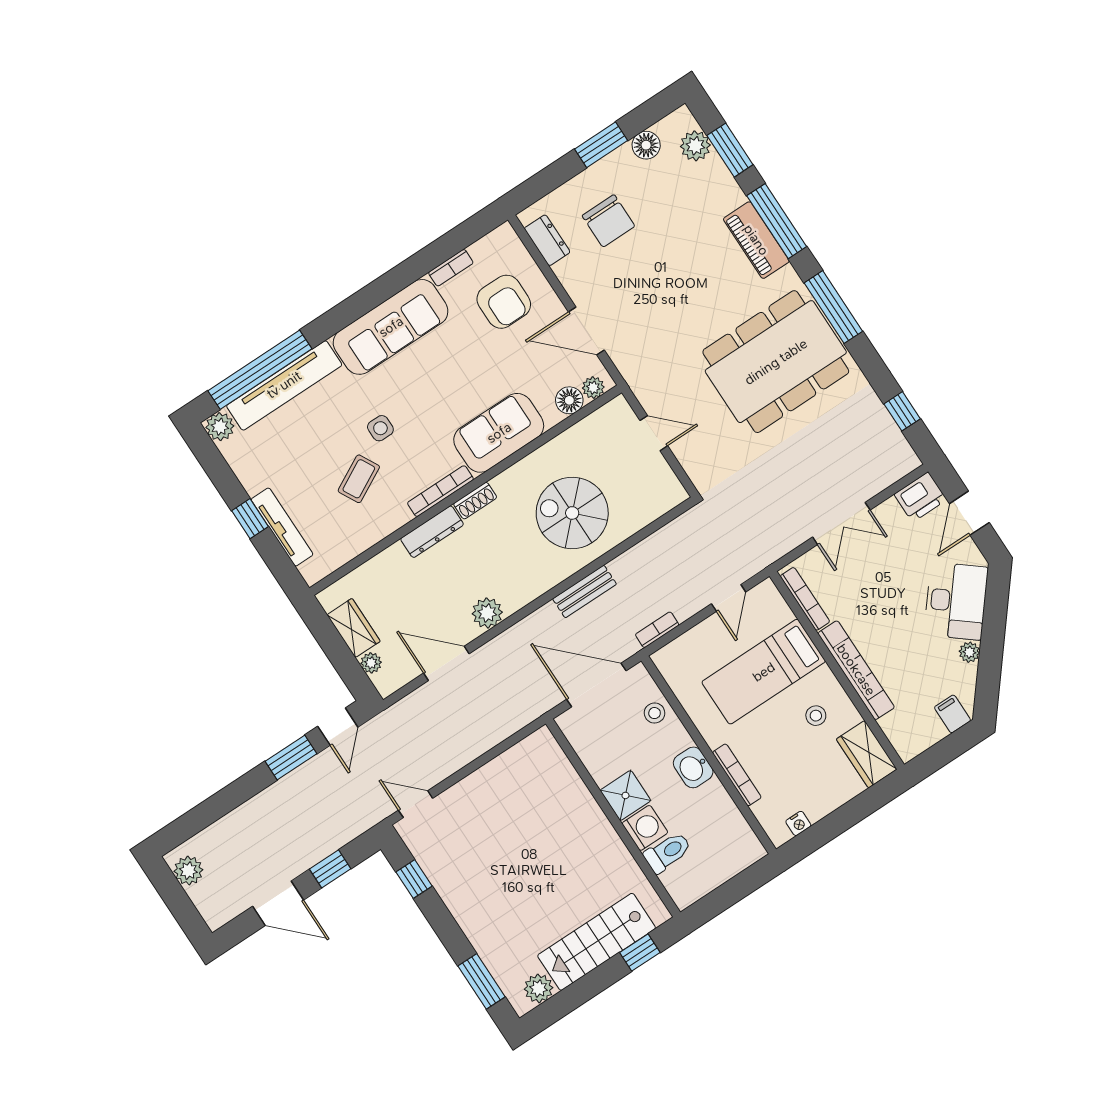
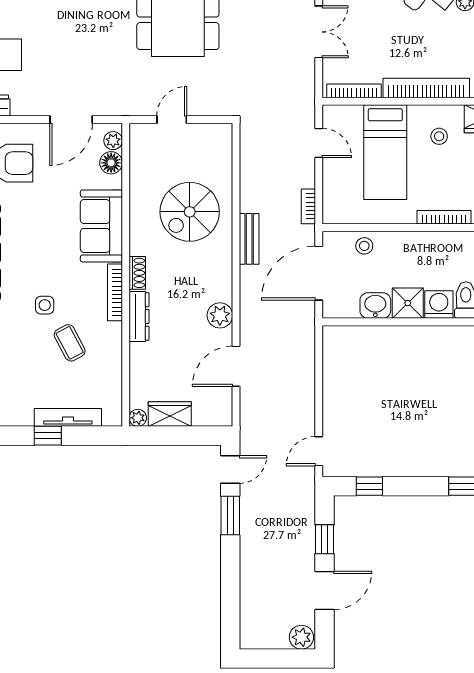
plant: (371, 663) -> (138, 418), moved
door: (338, 727) -> (230, 470), hinge flipped
washbasin: (693, 767) -> (375, 306), moved, turned 180
plant: (188, 871) -> (301, 637), moved

